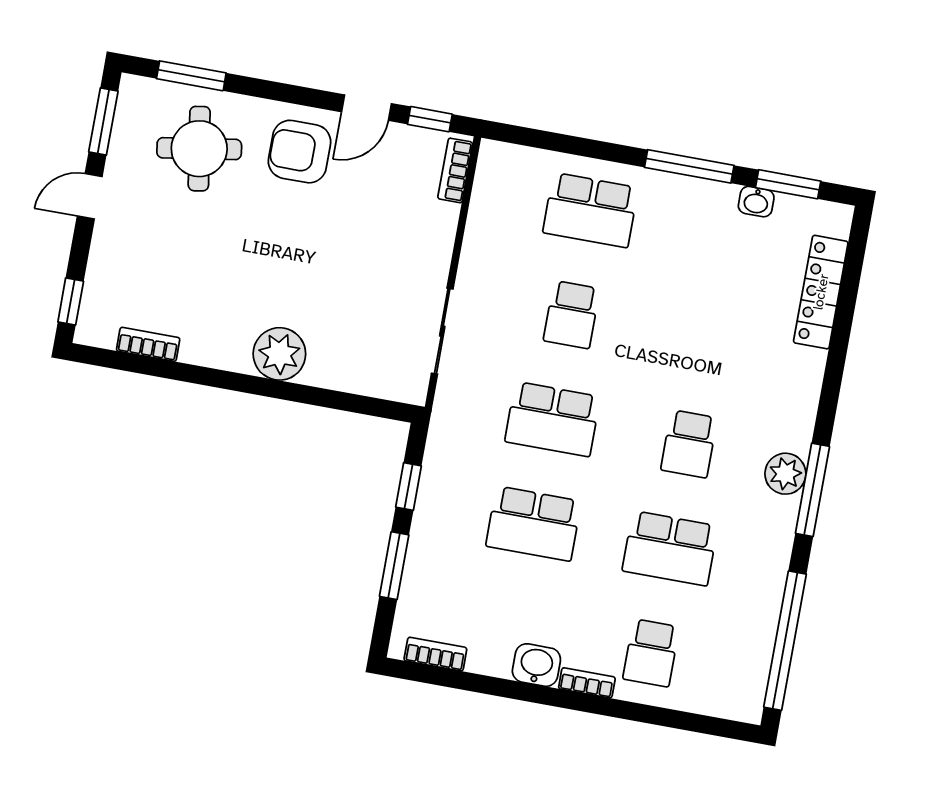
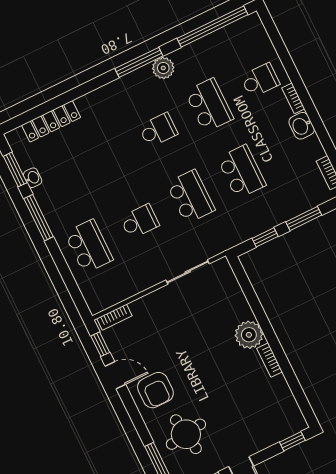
bookcase: (148, 344) -> (270, 360), moved
plant: (785, 474) -> (163, 68), moved

